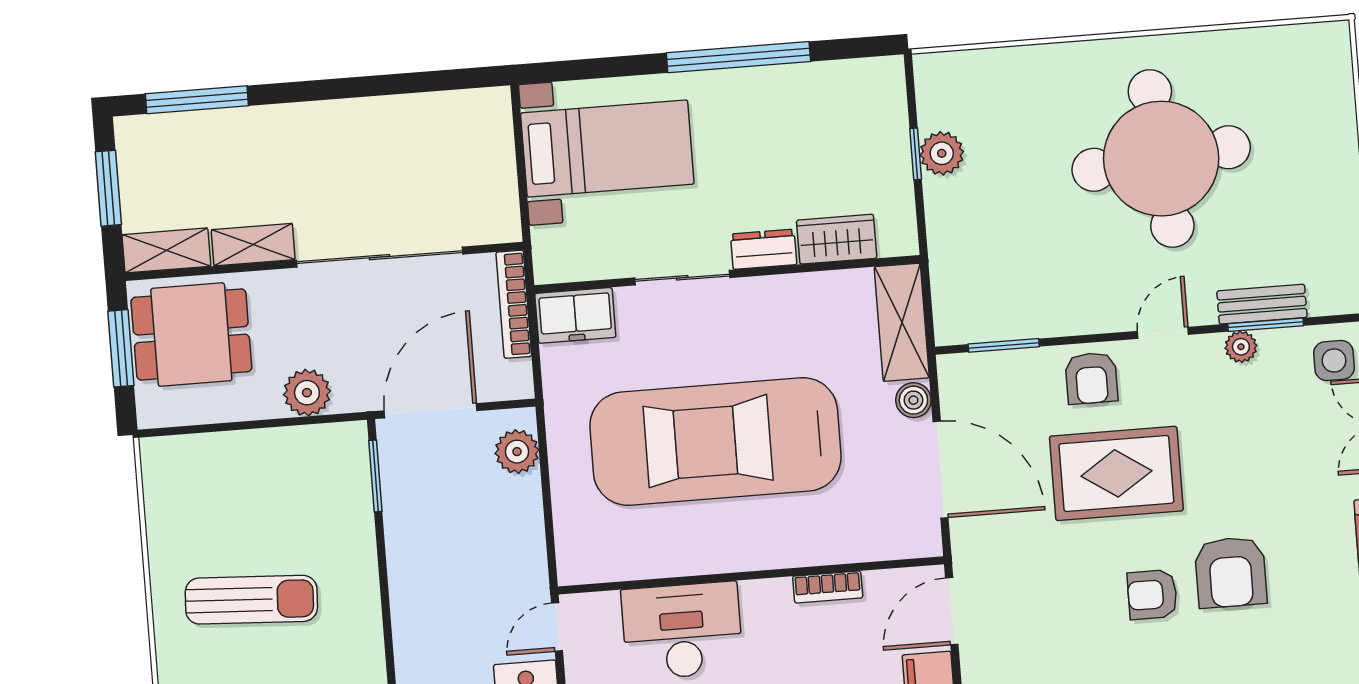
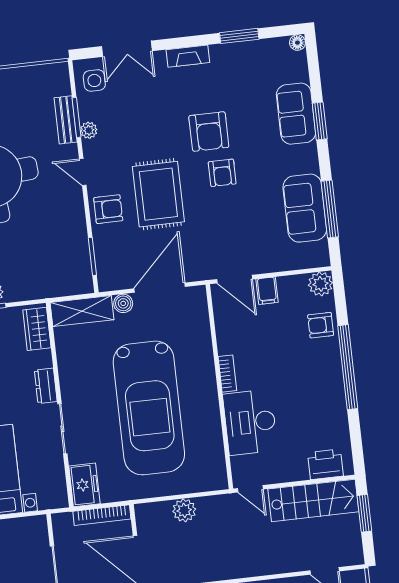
wardrobe: (837, 239) -> (37, 329), moved
bookcase: (514, 304) -> (102, 515), moved
plant: (517, 452) -> (184, 510), moved
armchair: (1231, 572) -> (209, 132), turned 90
bookcase: (828, 587) -> (227, 374), moved

